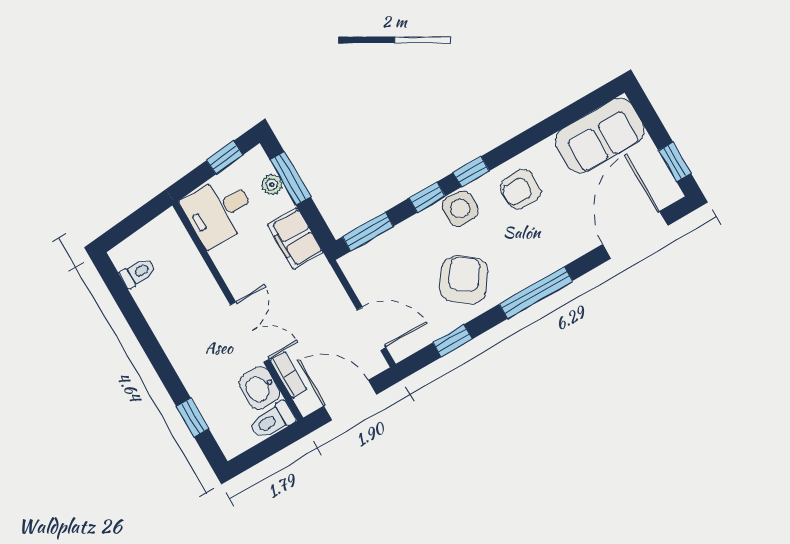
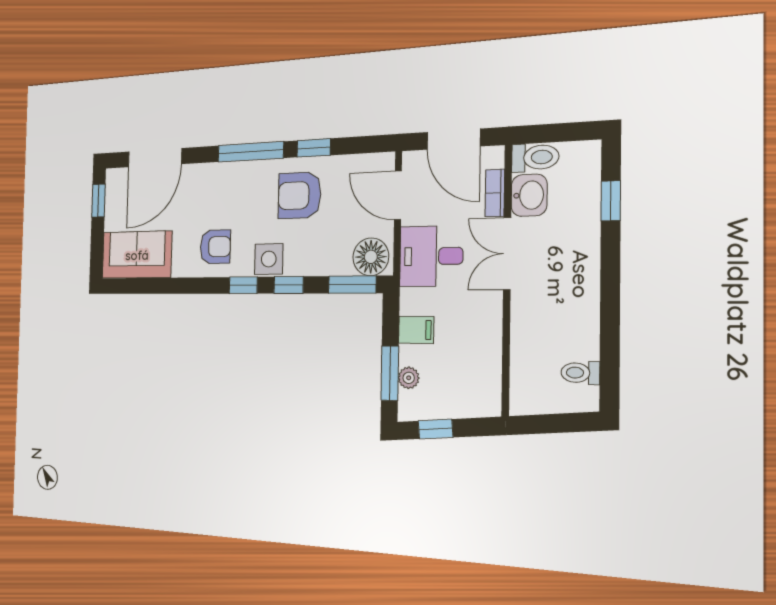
desk: (219, 211) -> (431, 256), moved, turned 180
filing cabinet: (295, 239) -> (416, 330), width x0.50
floor lamp: (365, 264) -> (371, 257), added
armchair: (464, 280) -> (299, 195), turned 53
window: (453, 341) -> (314, 148), moved

